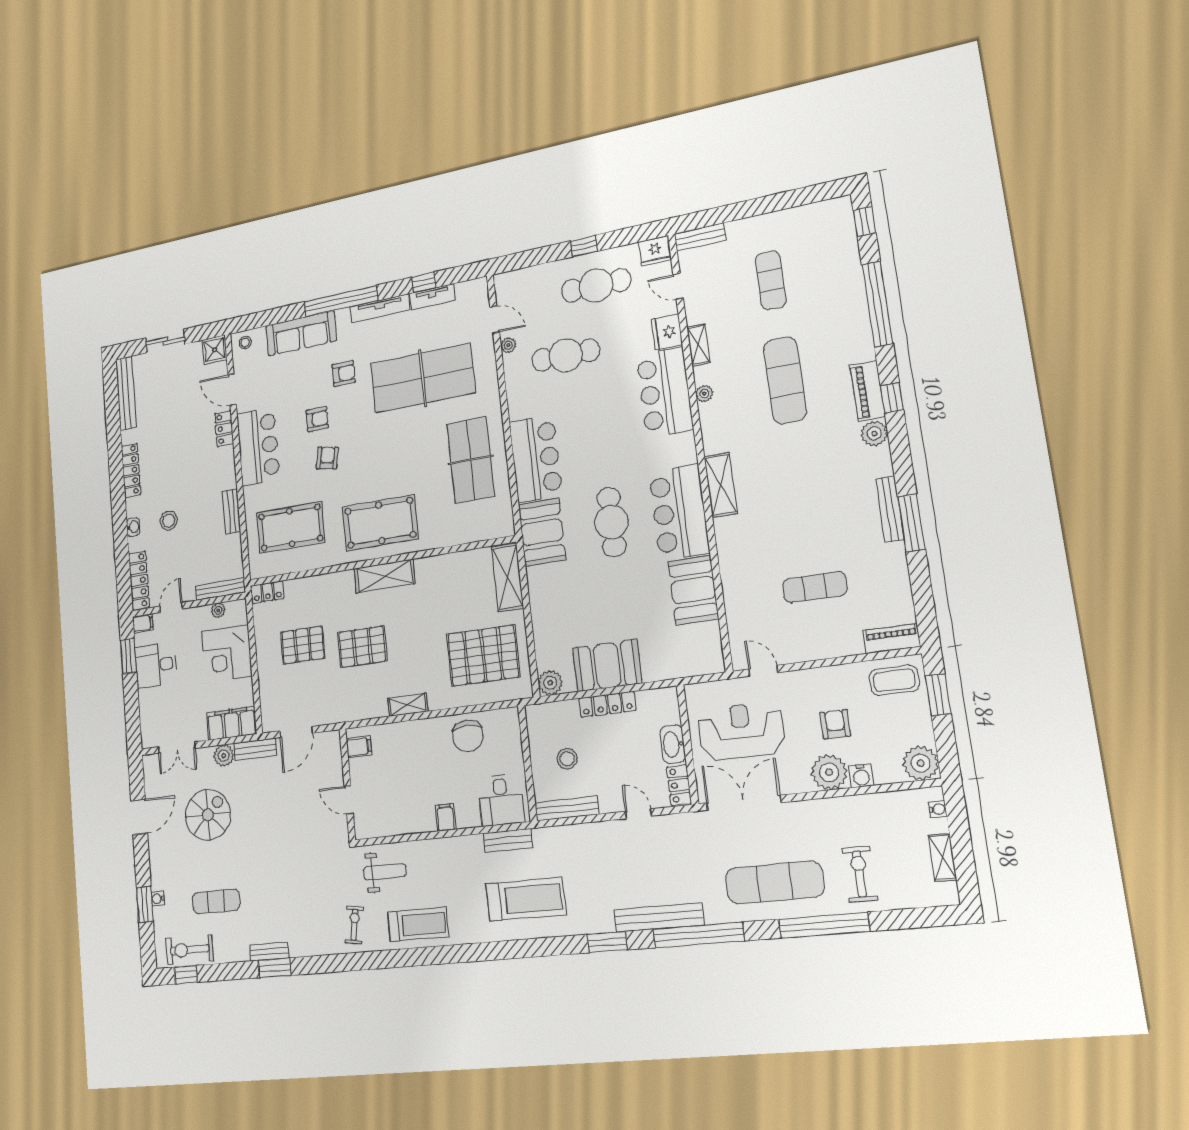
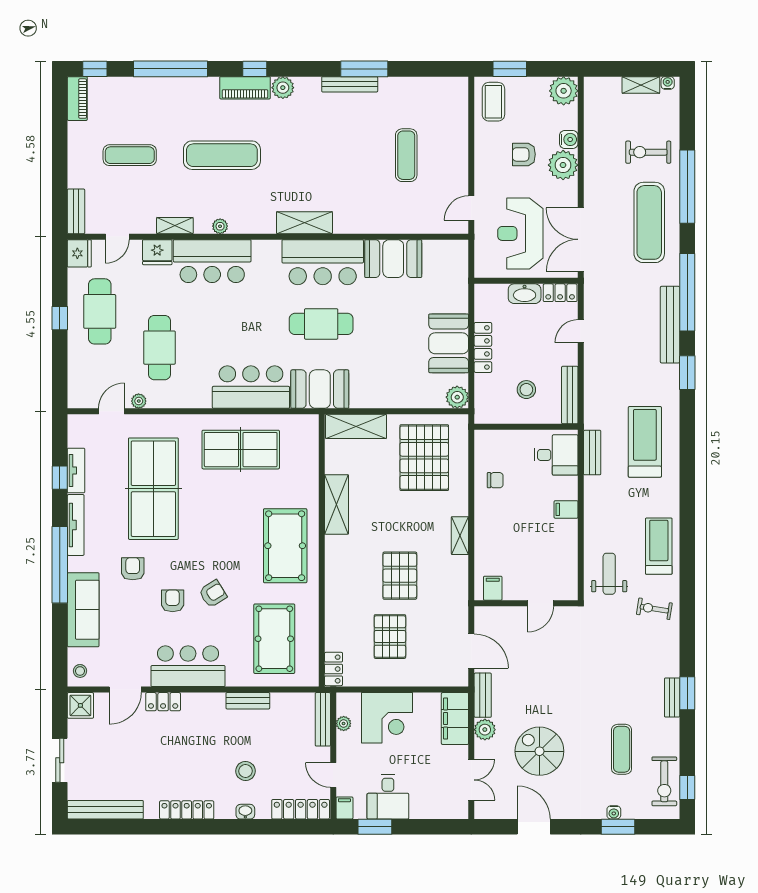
armchair: (327, 458) -> (213, 594), turned 137
shelving: (384, 576) -> (337, 504), moved
piano: (892, 639) -> (77, 99), moved, turned 180
chair: (468, 736) -> (495, 480), width x0.54, depth x0.54
water cooler: (938, 809) -> (668, 83), moved

